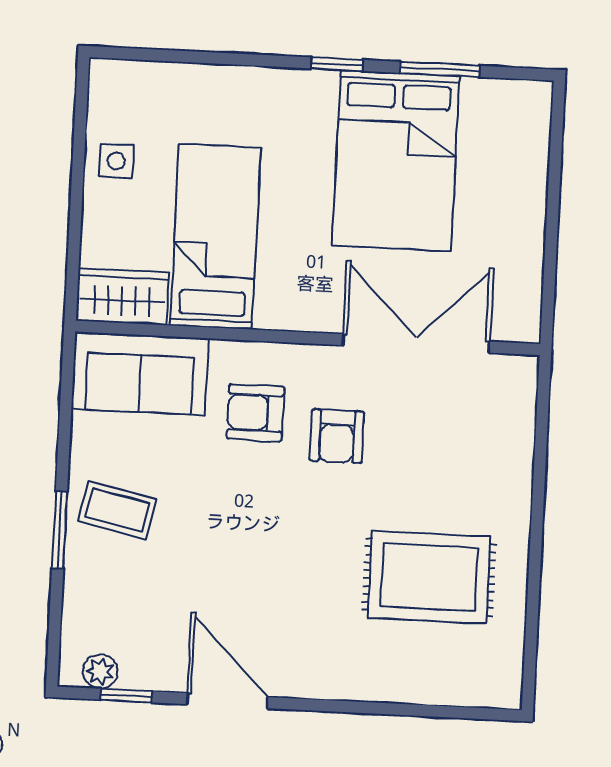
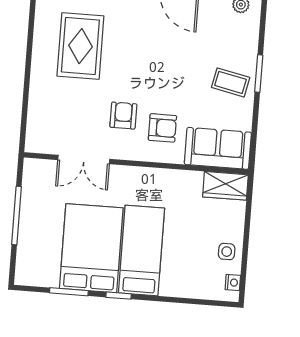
nightstand: (102, 97) -> (233, 283), added
window: (552, 224) -> (17, 216), added
bed: (215, 237) -> (142, 251), moved, turned 180
double door: (416, 343) -> (84, 159), width x0.73
rug: (429, 577) -> (80, 46), turned 90

